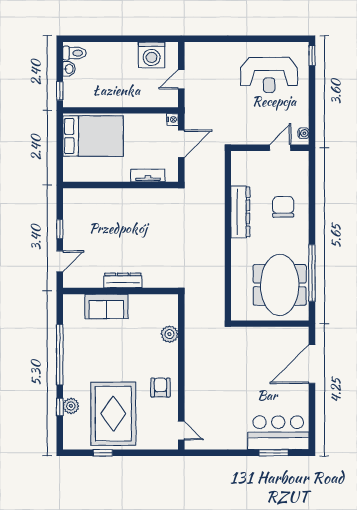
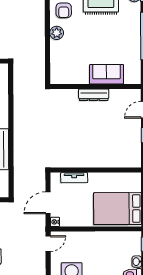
door: (181, 79) -> (48, 244), moved
plant: (169, 334) -> (57, 33), moved

